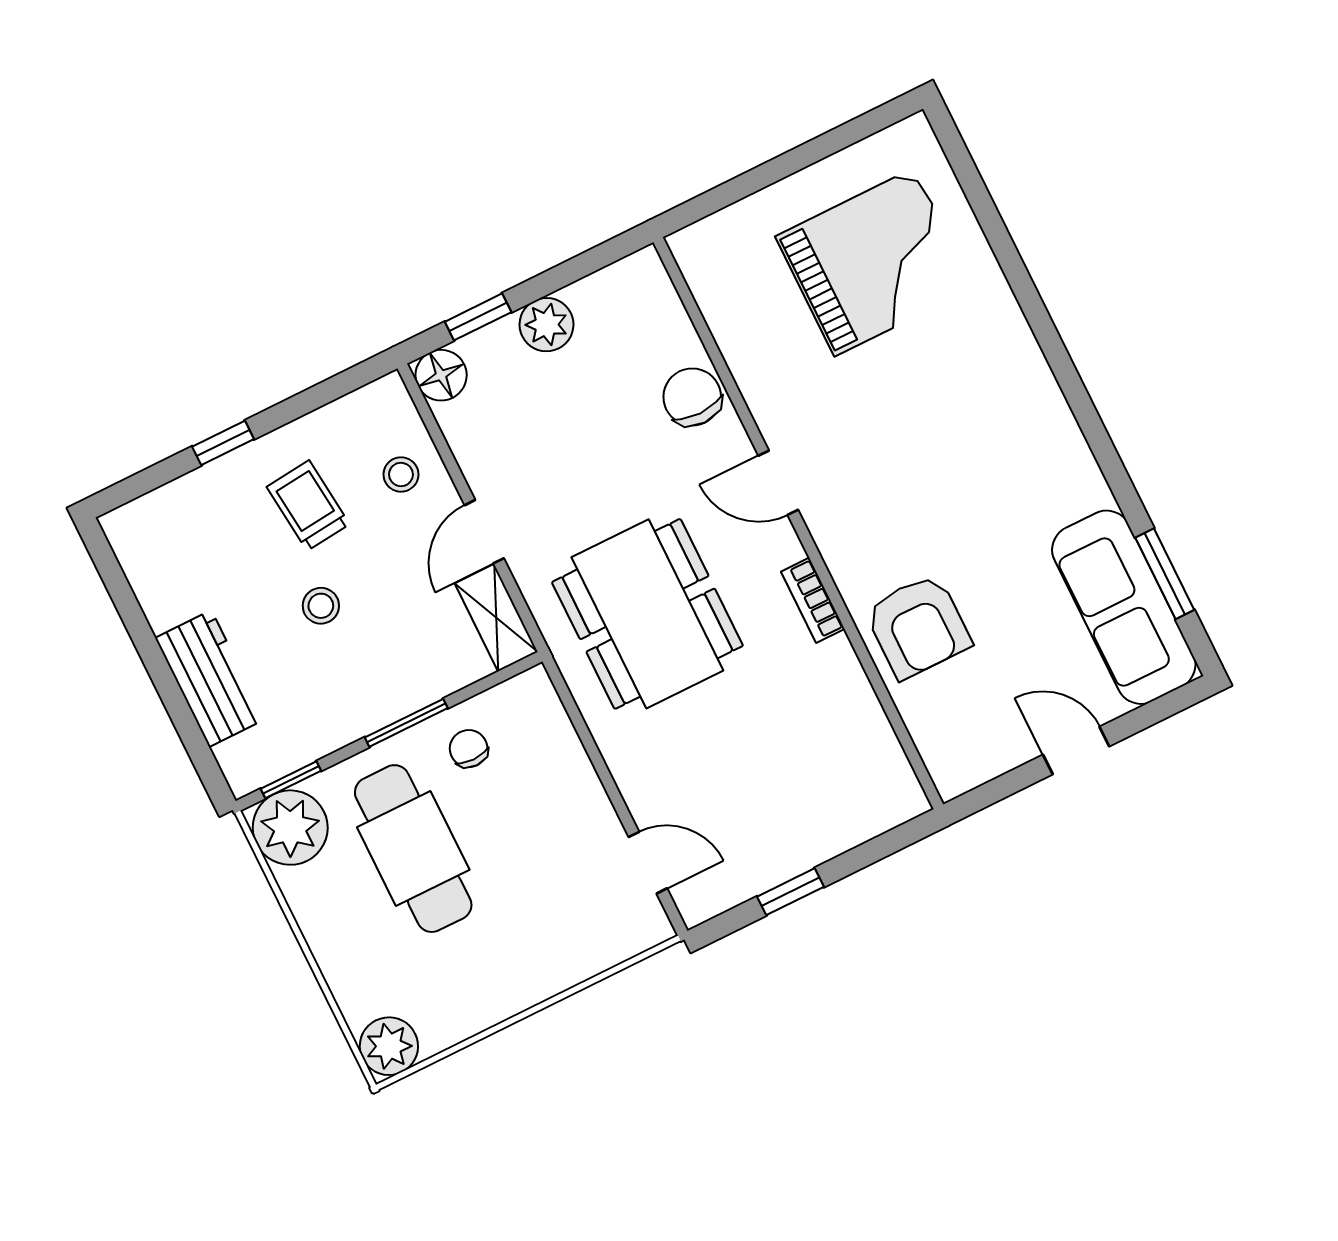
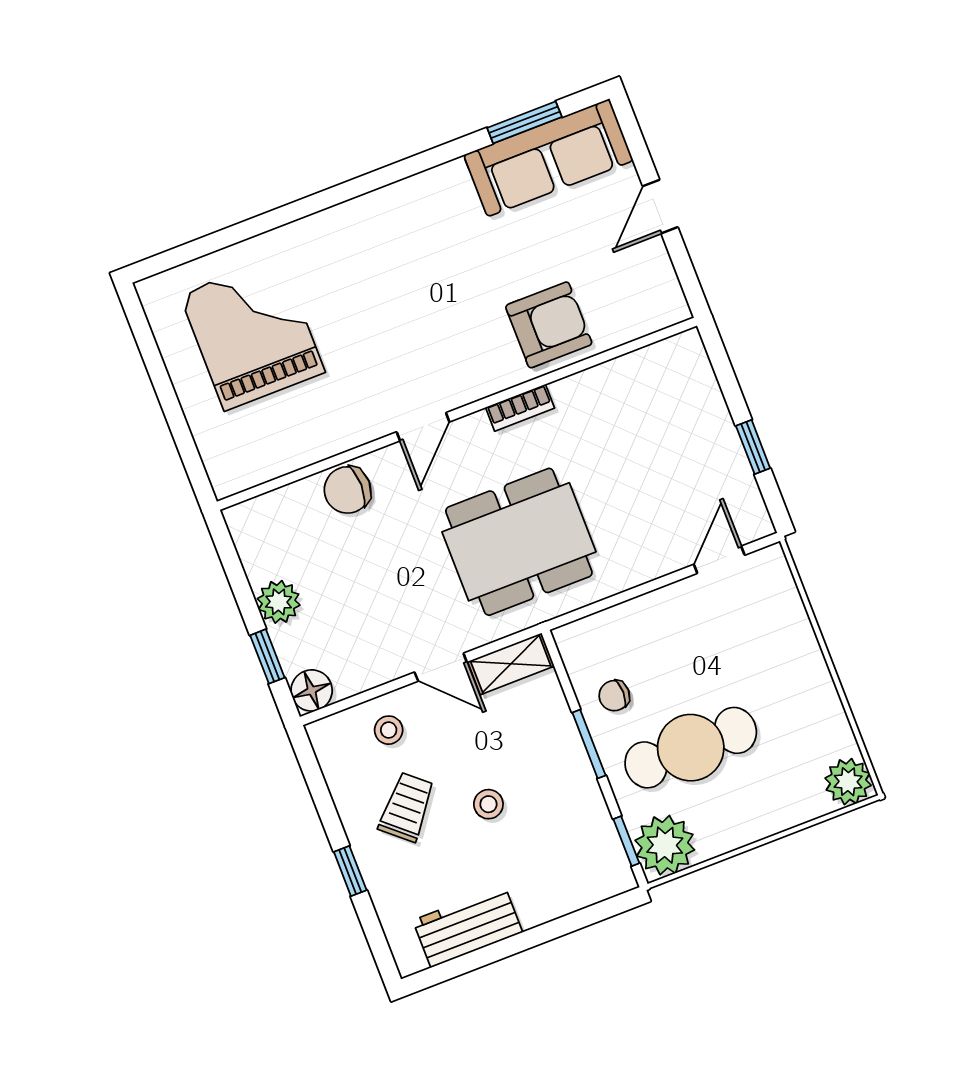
trolley: (308, 506) -> (407, 807), turned 137
workbench: (210, 679) -> (468, 926), moved

